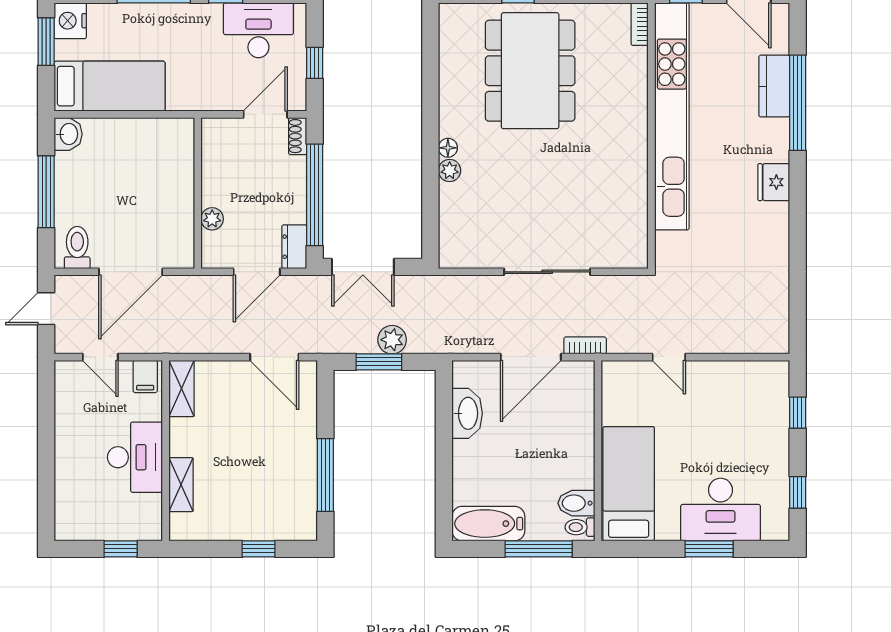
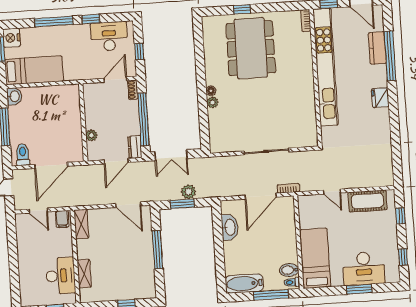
cot: (736, 380) -> (367, 201), added
desk: (135, 457) -> (60, 276), moved
window: (325, 475) -> (158, 250), moved

